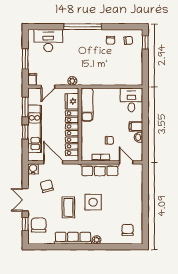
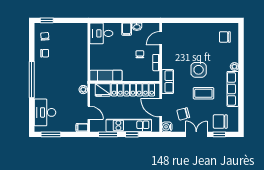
window: (25, 59) -> (51, 134), moved
door: (53, 162) -> (161, 108), hinge flipped
row of seats: (100, 170) -> (168, 82), moved, width x0.68
double door: (25, 200) -> (196, 134), swing flipped

